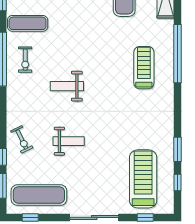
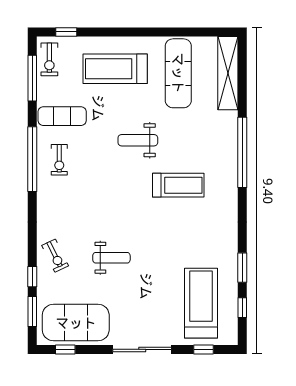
treadmill: (144, 68) -> (178, 185), moved, turned 90
weight bench: (67, 86) -> (138, 140), moved
exercise mat: (39, 195) -> (76, 323), width x1.47

